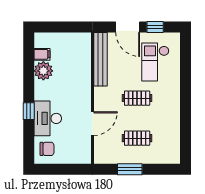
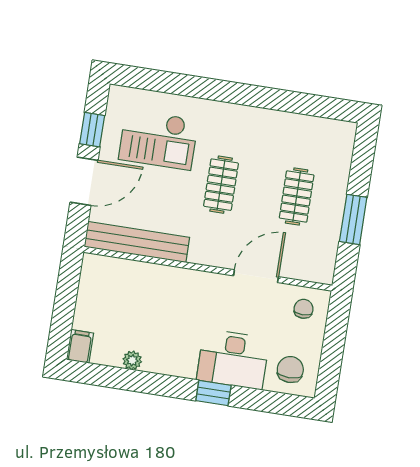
filing cabinet: (42, 54) -> (80, 346), moved
plant: (43, 71) -> (132, 360), width x0.53, depth x0.53
door: (92, 124) -> (256, 276), hinge flipped
chair: (80, 151) -> (304, 309), added

